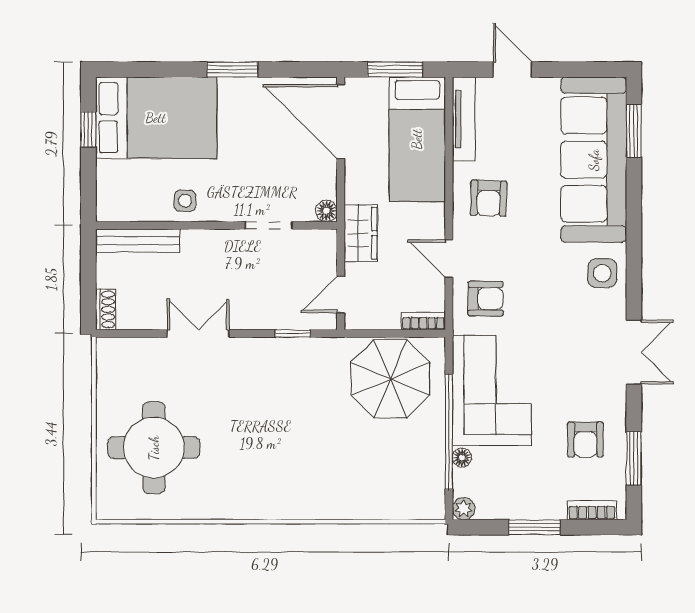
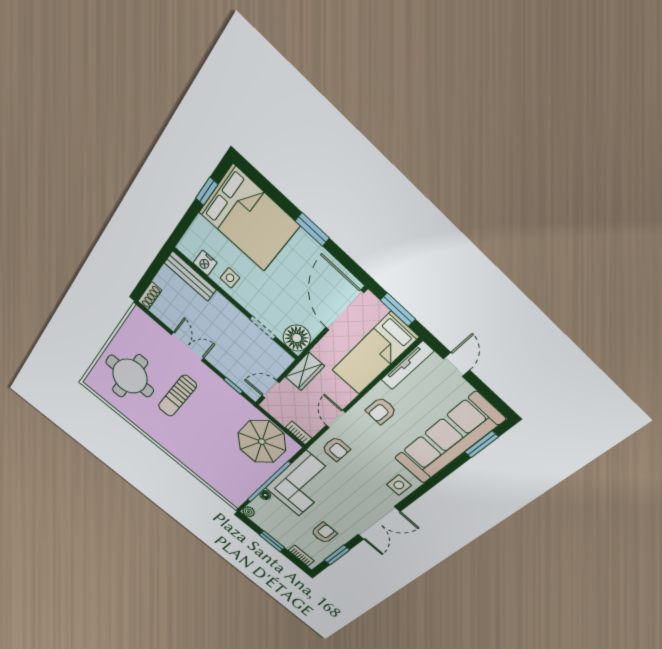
nightstand: (144, 209) -> (205, 263), added
floor lamp: (326, 211) -> (297, 338), width x1.89, depth x1.89
double door: (634, 352) -> (379, 523), width x1.37
sun lounger: (235, 417) -> (177, 396), added
armchair: (585, 440) -> (324, 533), turned 180

